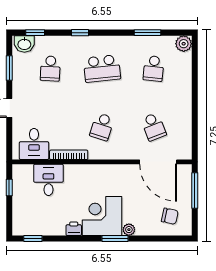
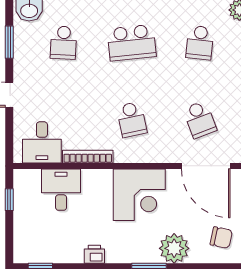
school desk: (102, 127) -> (132, 120), turned -30
corner desk: (102, 216) -> (139, 195), moved, turned 180
plant: (129, 230) -> (174, 248), width x1.88, depth x1.88

